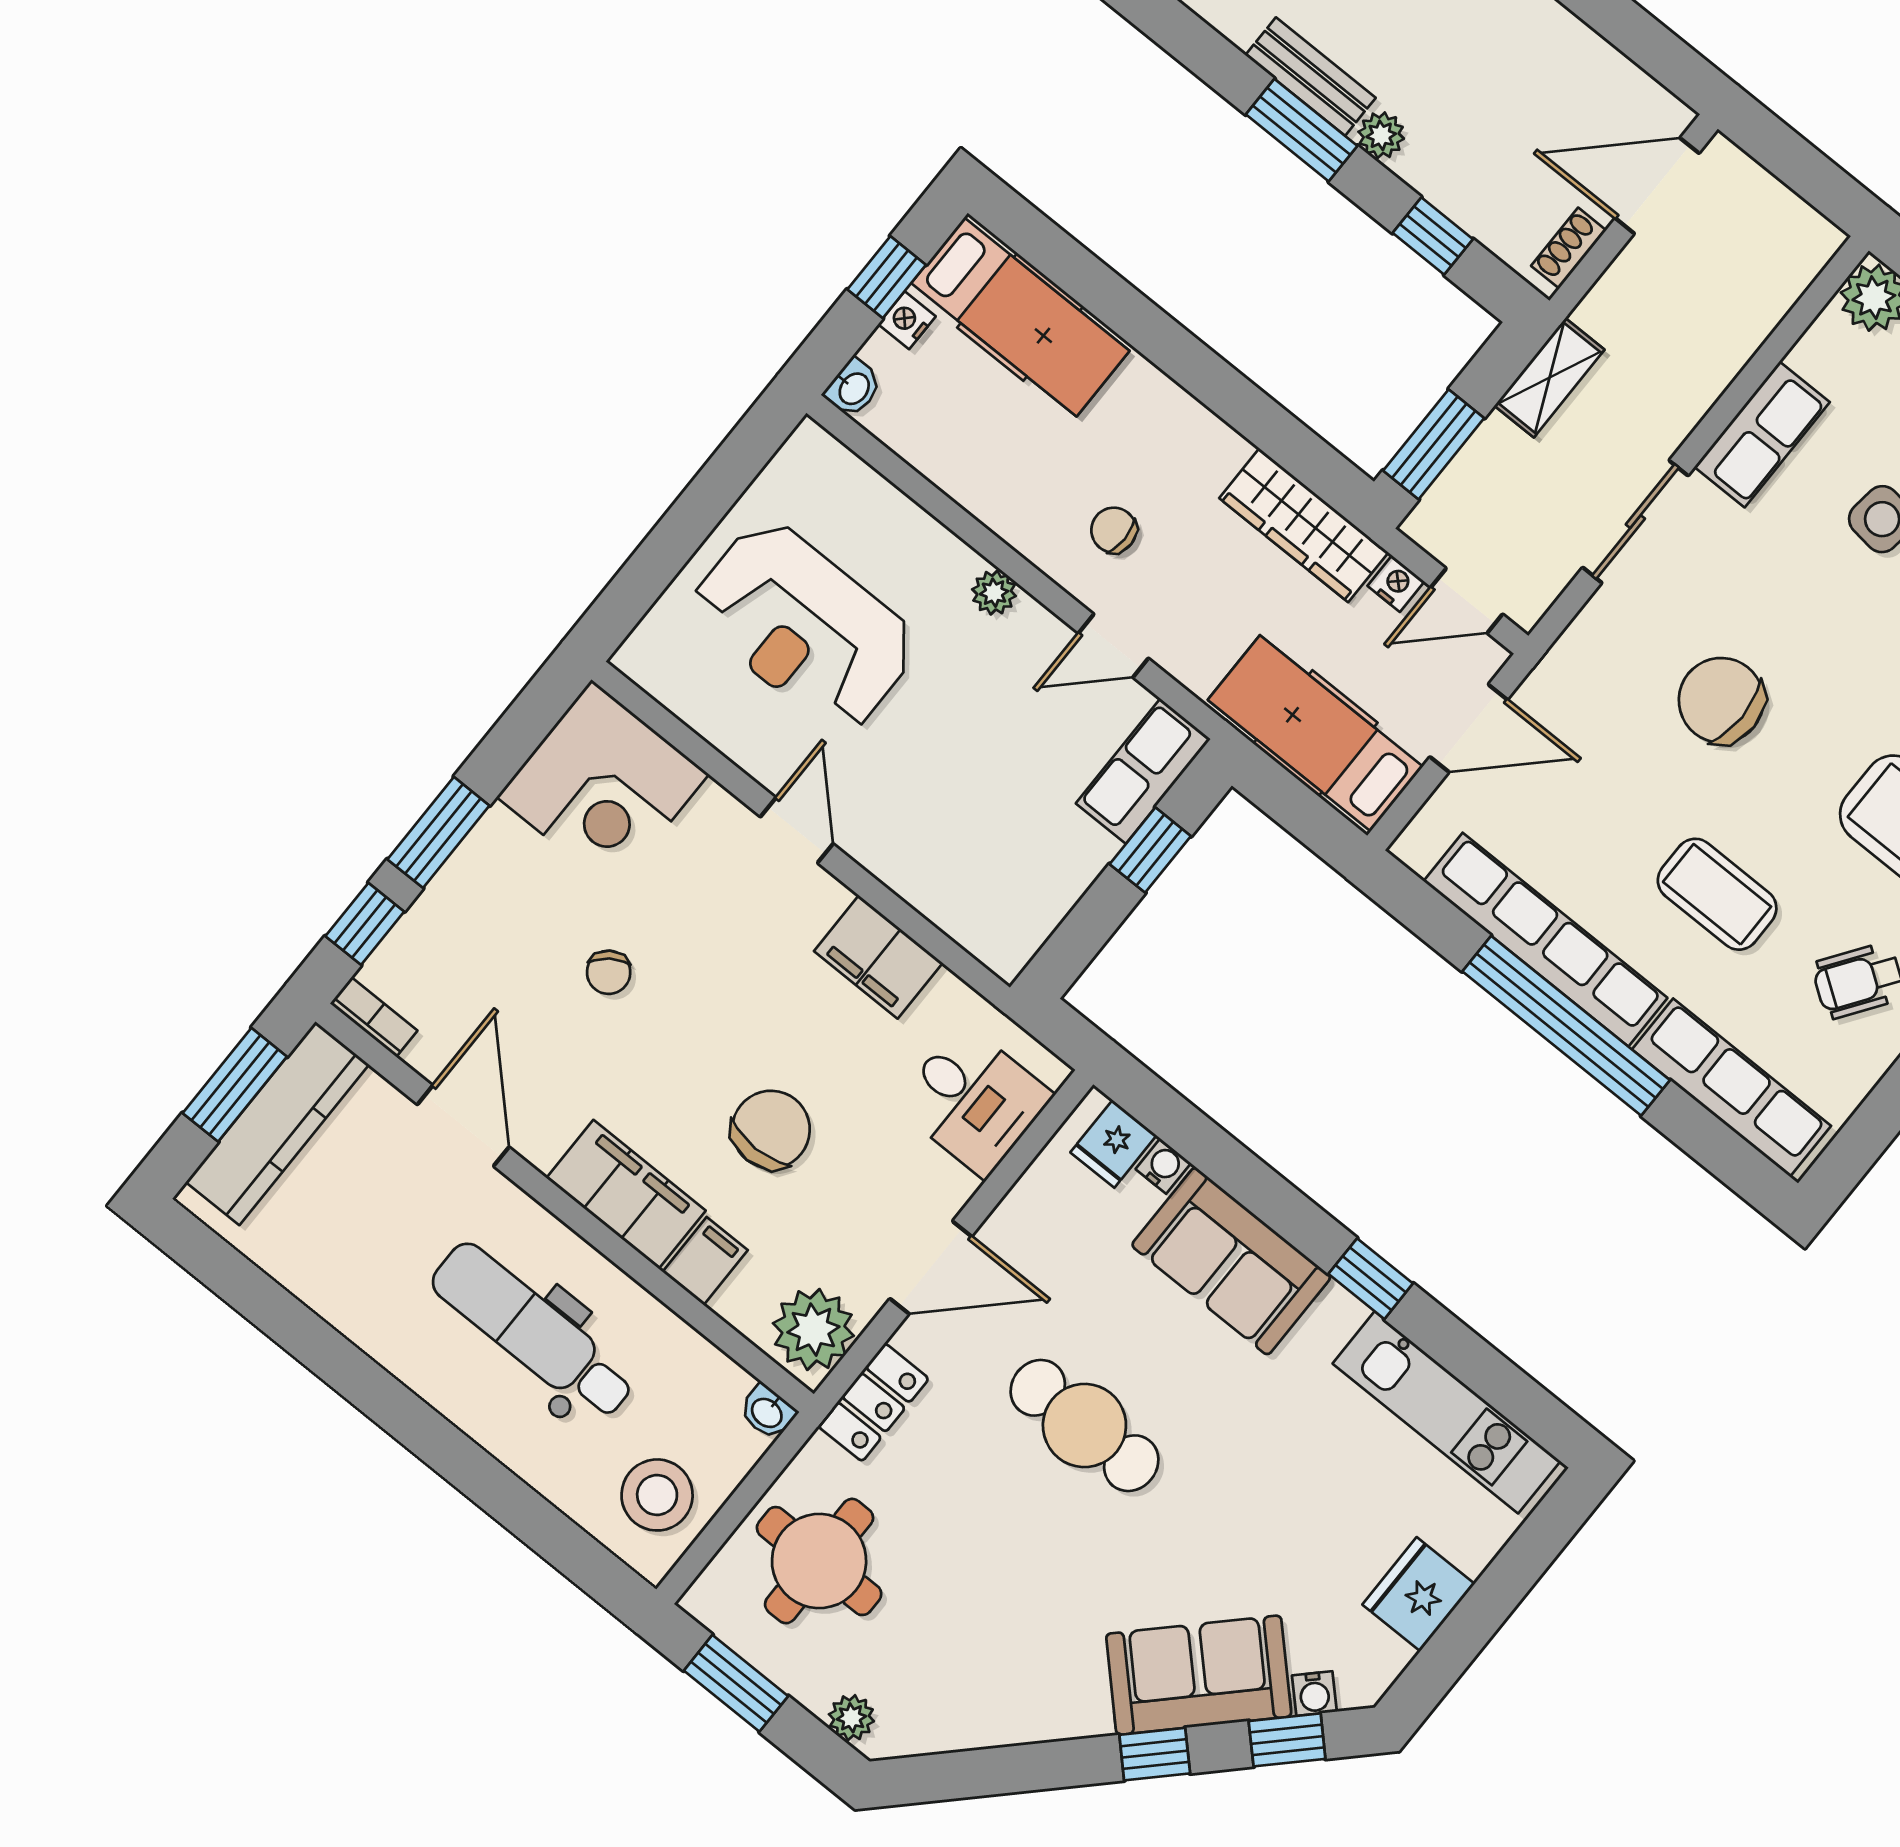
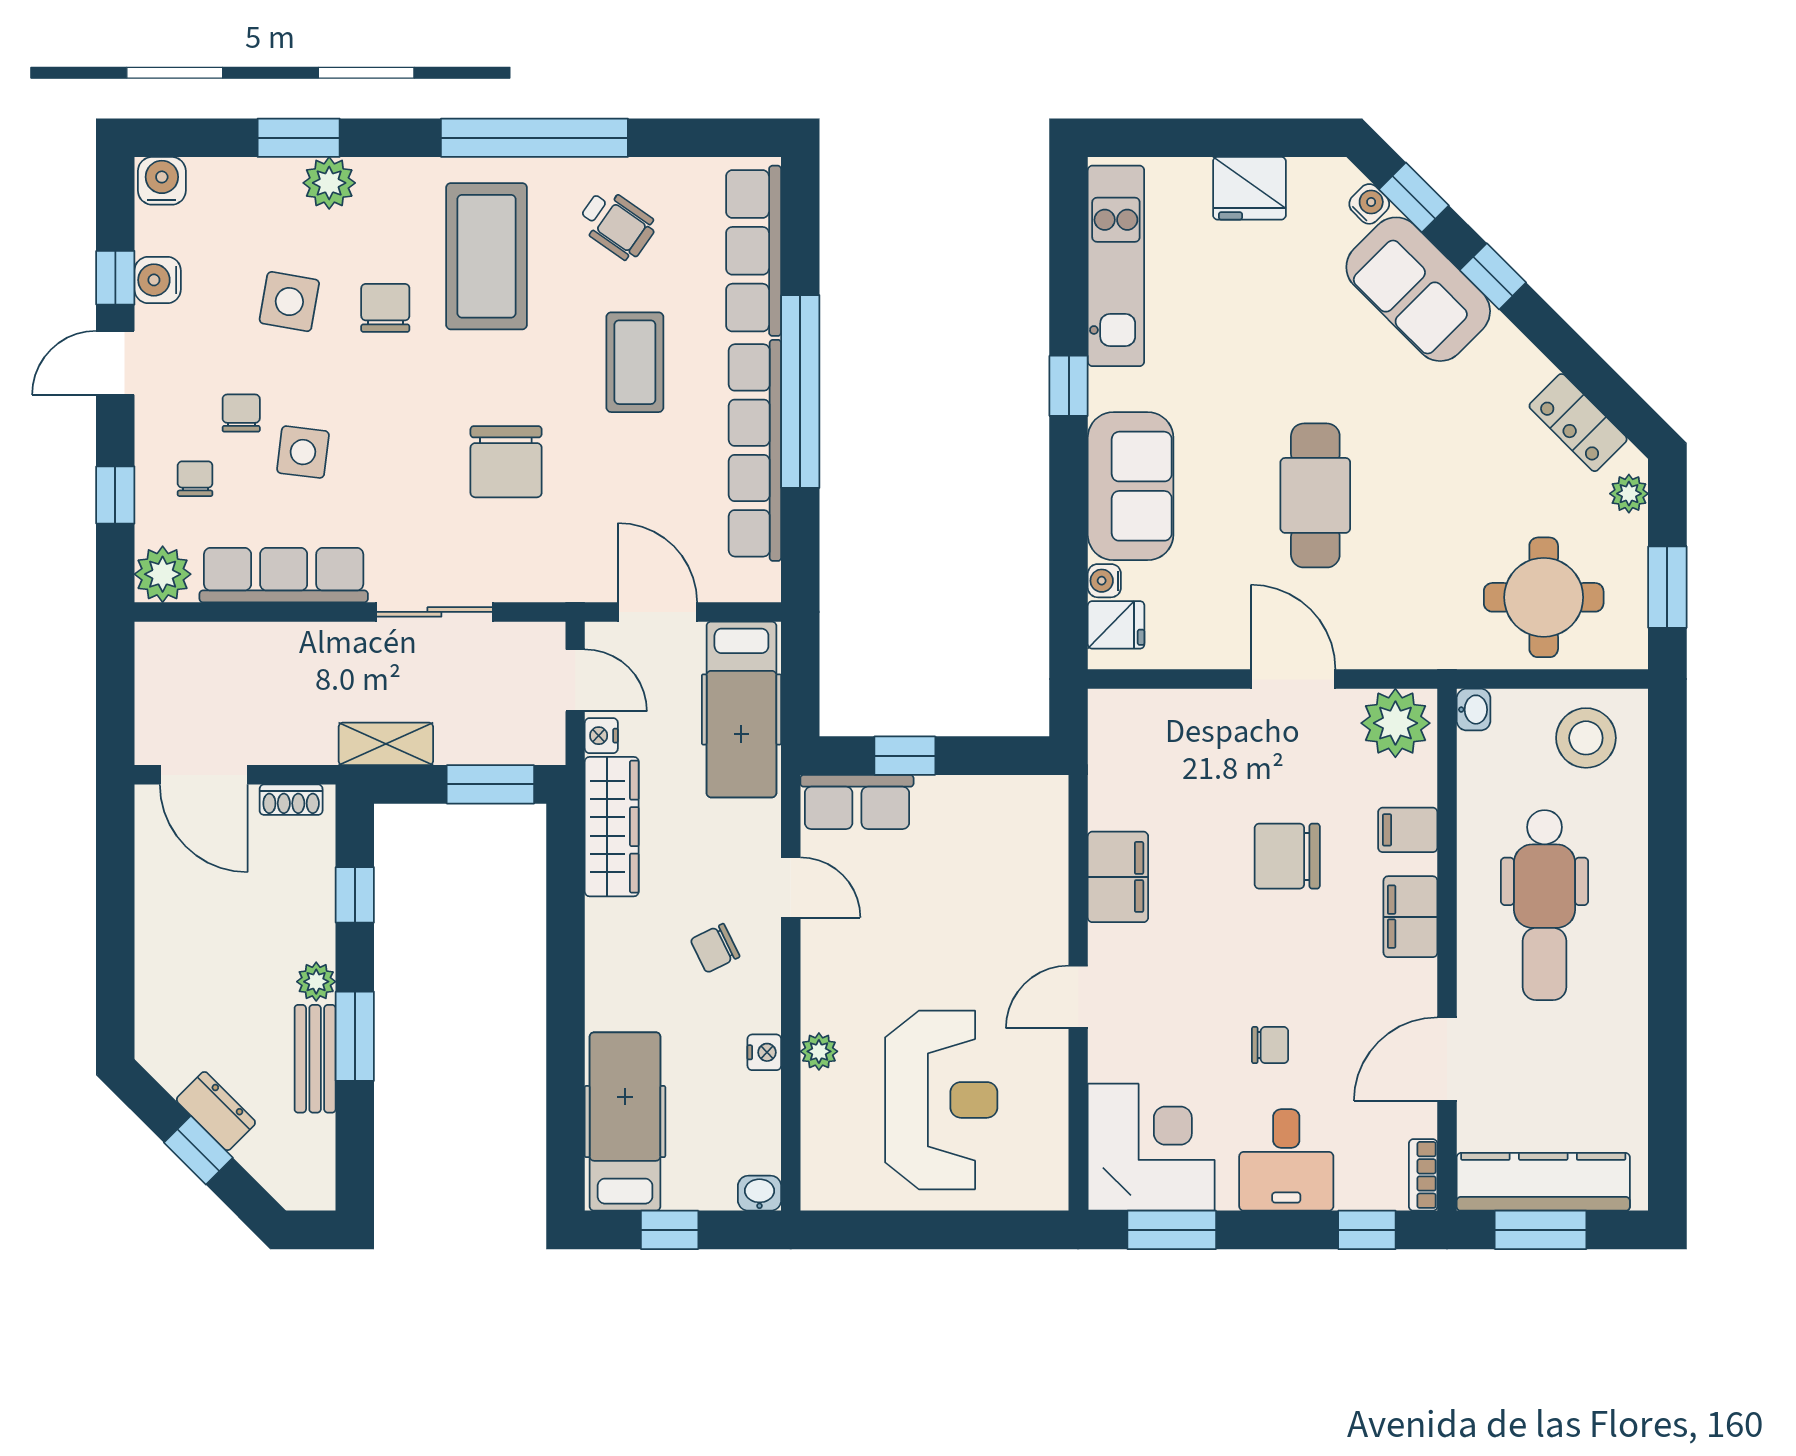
nightstand: (907, 320) -> (764, 1052), moved, turned -90
row of seats: (1762, 434) -> (284, 575), width x1.48
chair: (1114, 530) -> (715, 948), turned 64
plant: (994, 593) -> (819, 1051), moved
window: (438, 832) -> (1172, 1230), moved
chair: (609, 972) -> (1270, 1045), turned 36
desk: (973, 1100) -> (1286, 1160), moved, turned 180
filing cabinet: (626, 1194) -> (1410, 917), width x0.67, depth x0.86
locker: (873, 1402) -> (1578, 423), moved, turned -135

